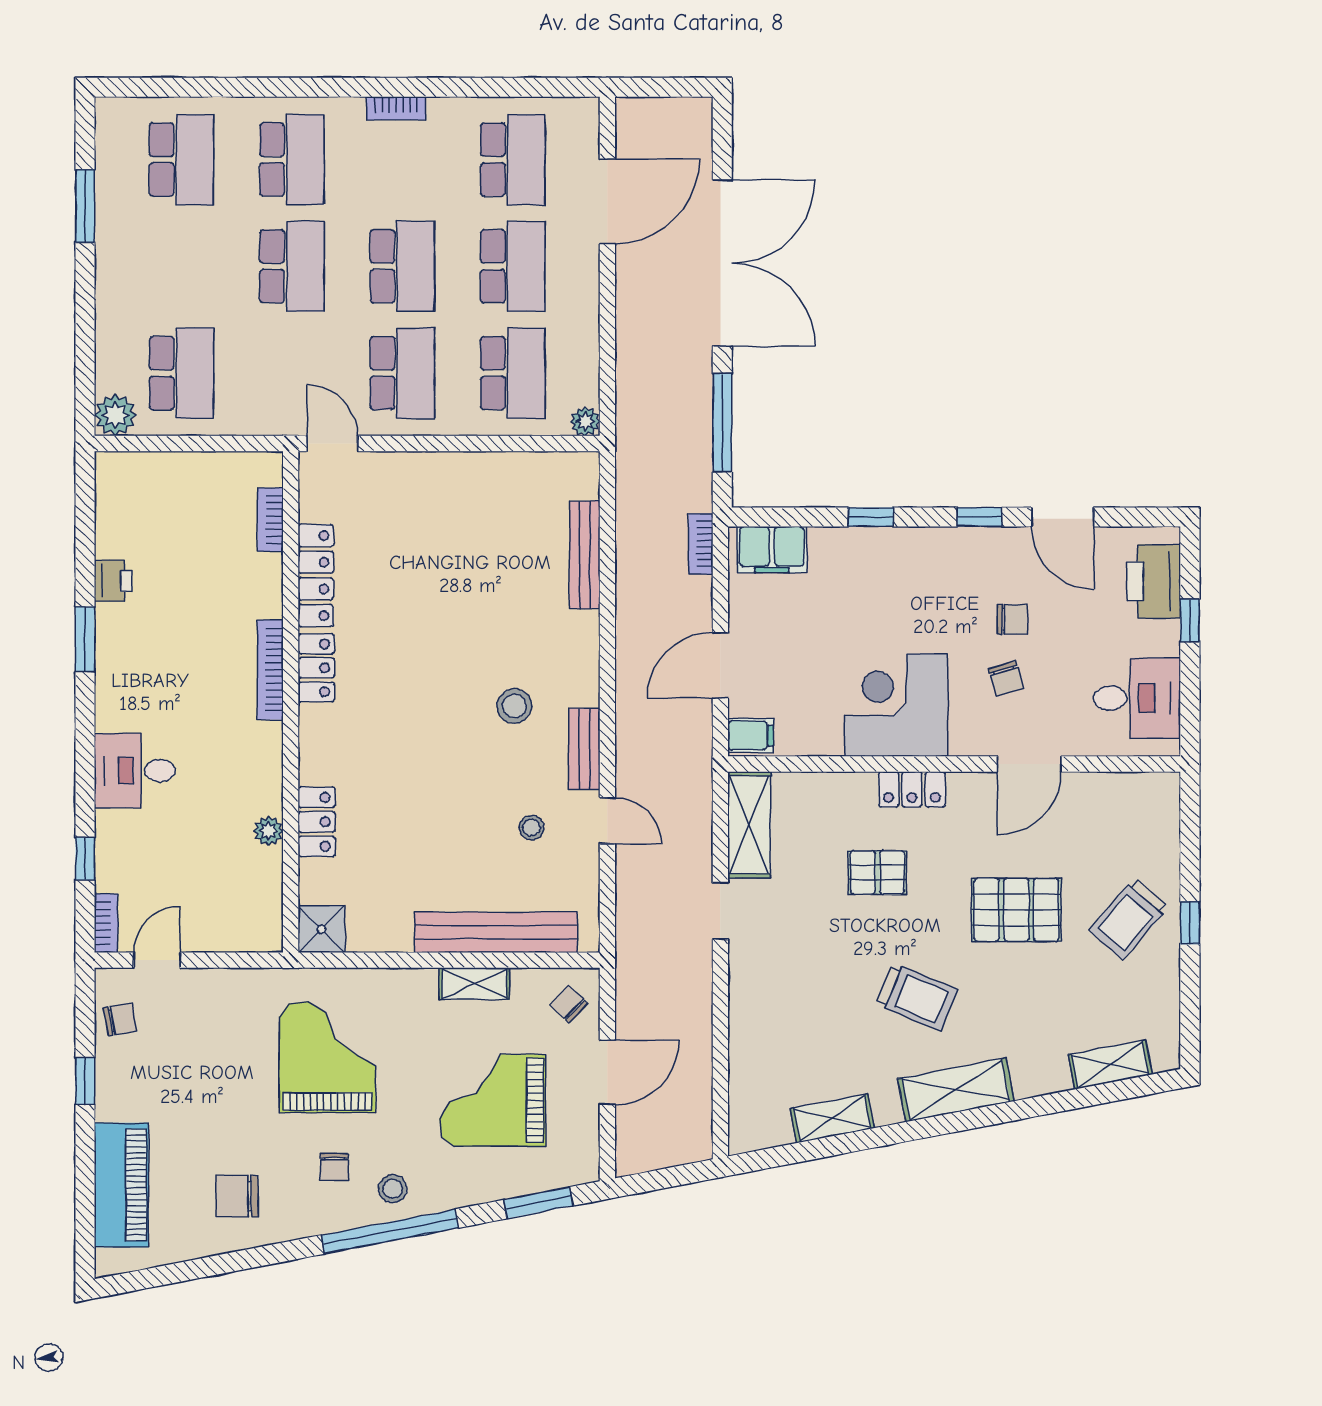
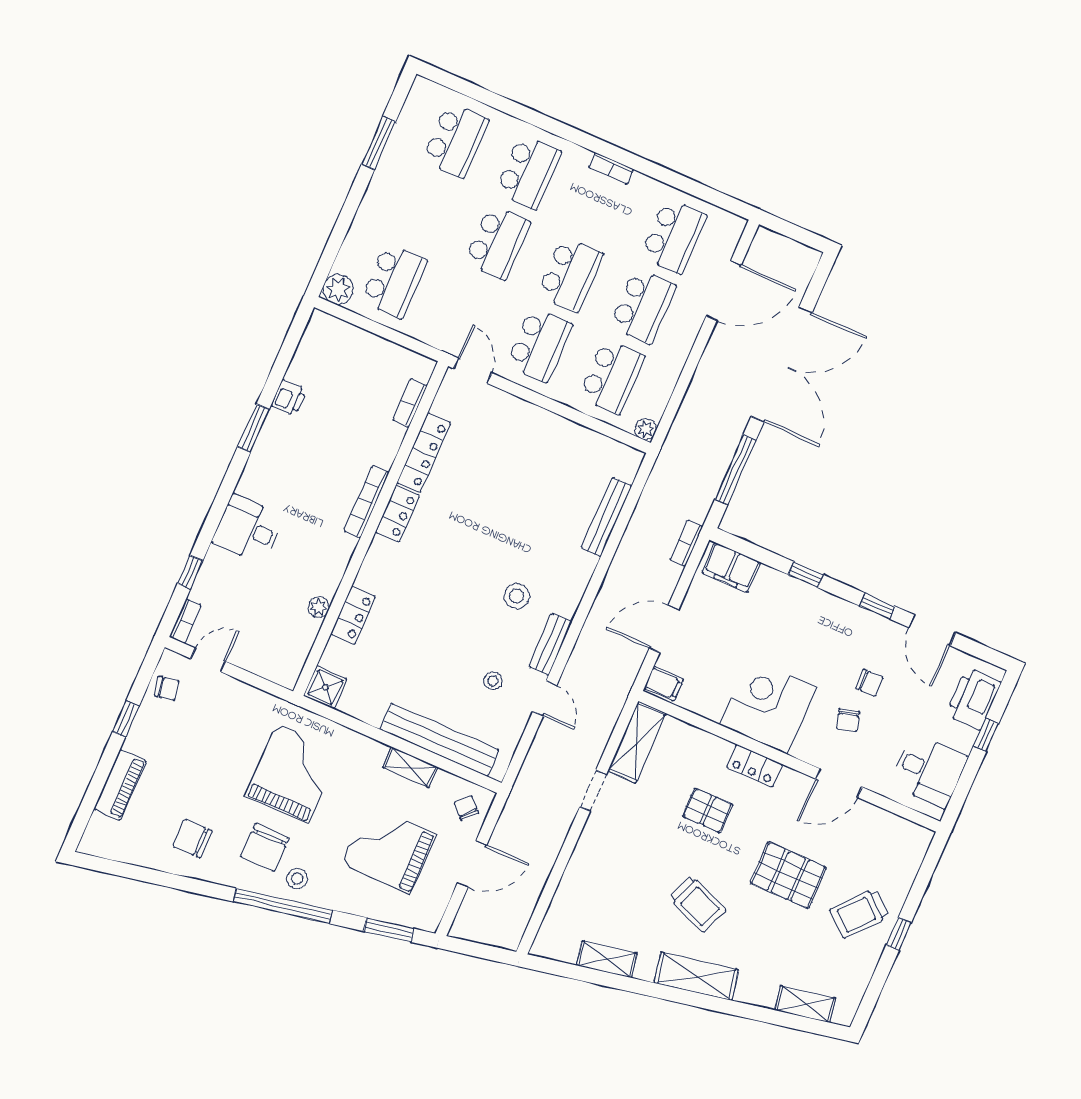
chair: (334, 1167) -> (265, 847), width x1.87, depth x1.87
piano: (121, 1185) -> (120, 785), width x0.73, depth x0.75

